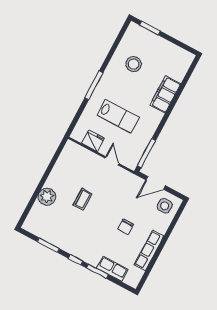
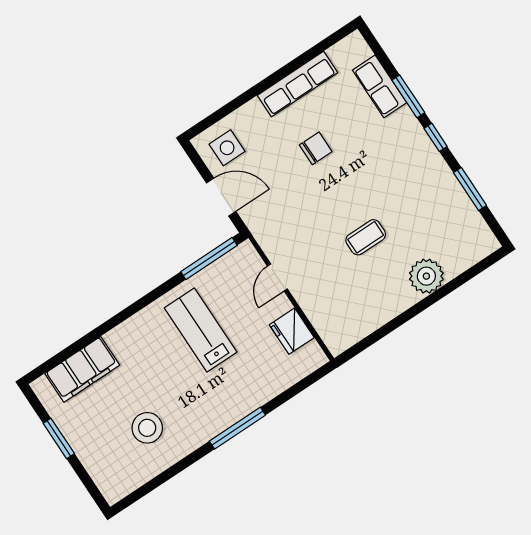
window: (150, 28) -> (59, 438), moved
filing cabinet: (165, 94) -> (82, 369), moved
lab bench: (118, 116) -> (201, 330), moved

